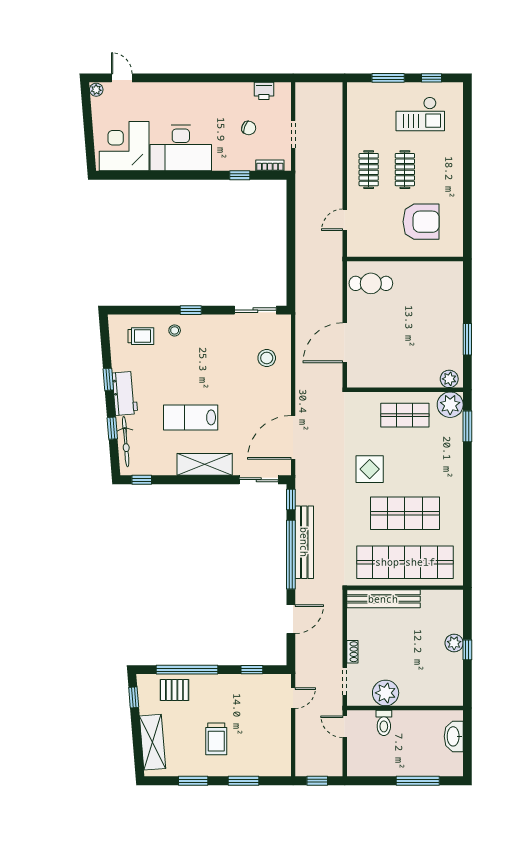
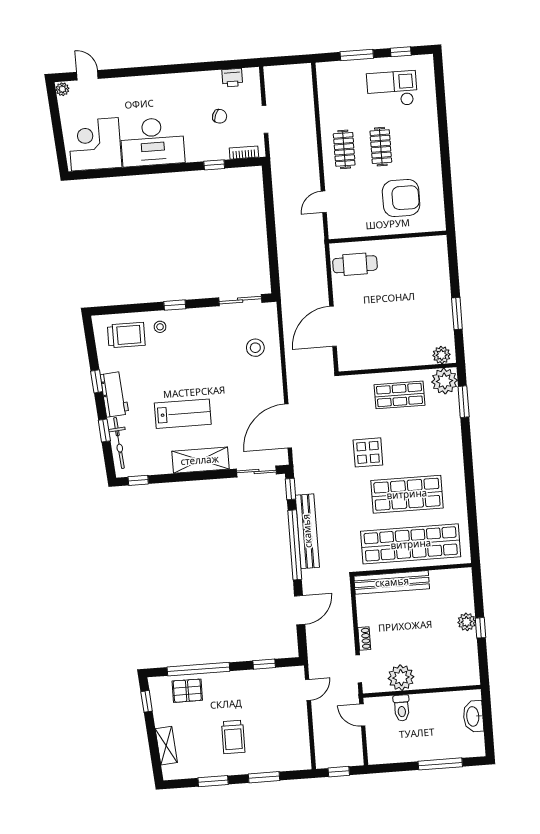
checkout: (420, 114) -> (392, 89), turned 180
trolley: (141, 336) -> (126, 335), width x1.36, depth x1.39
lab bench: (191, 417) -> (183, 414), turned 180
shelving: (153, 742) -> (166, 746), width x0.67, depth x0.75

